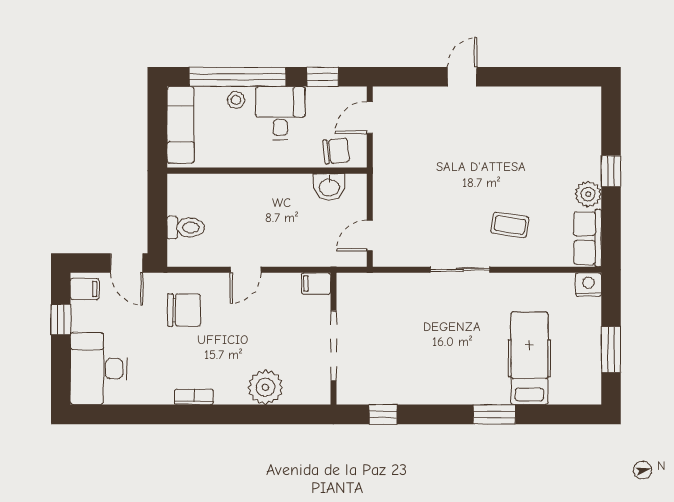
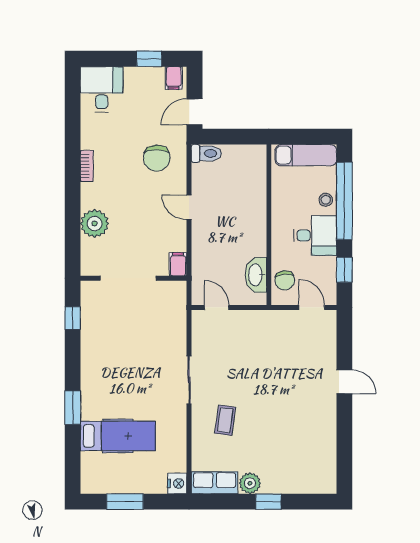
washbasin: (329, 187) -> (256, 275), width x1.38
toilet: (186, 228) -> (206, 153), moved, turned -90
desk: (99, 369) -> (102, 89), width x0.73

